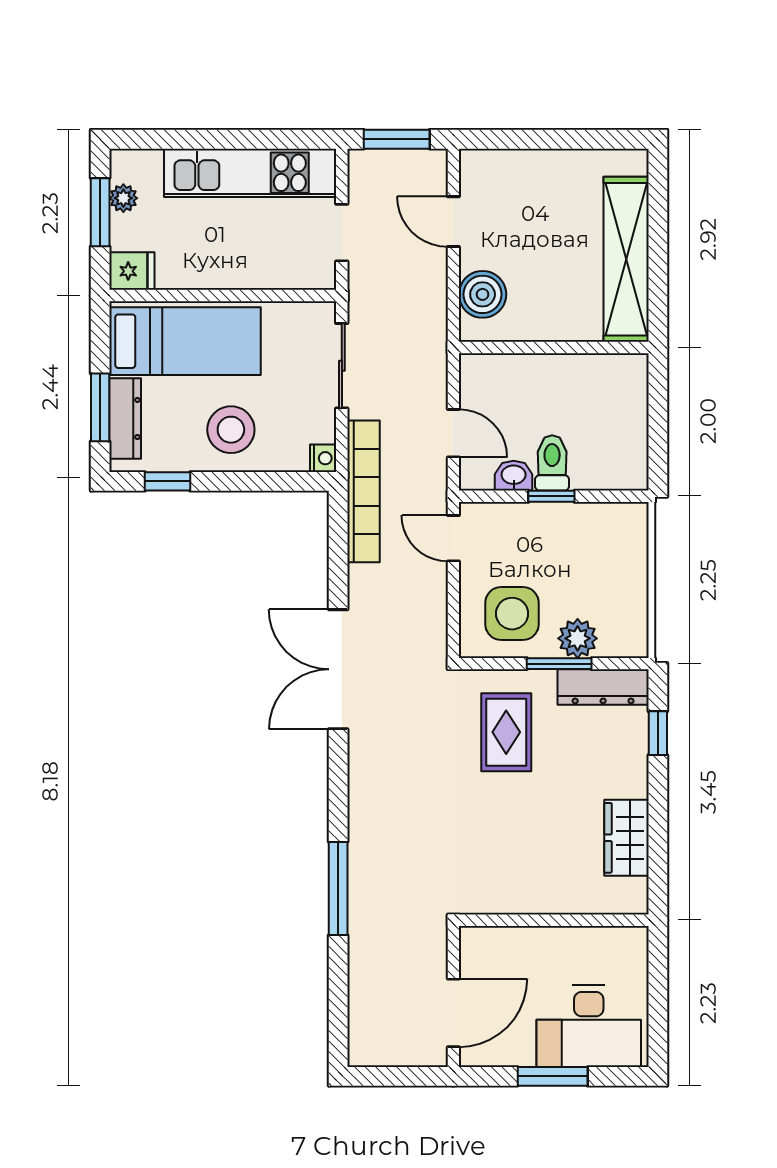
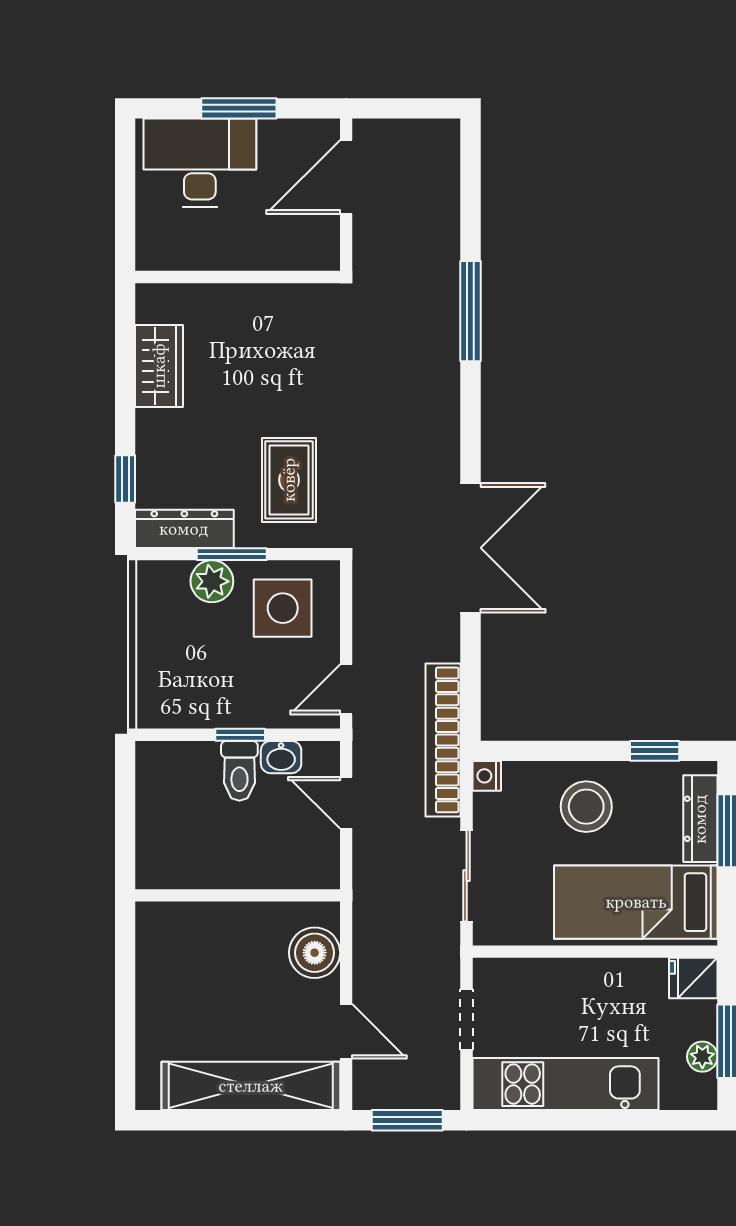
shelving: (626, 259) -> (251, 1086), moved, turned 90
door: (453, 538) -> (346, 689), swing flipped

